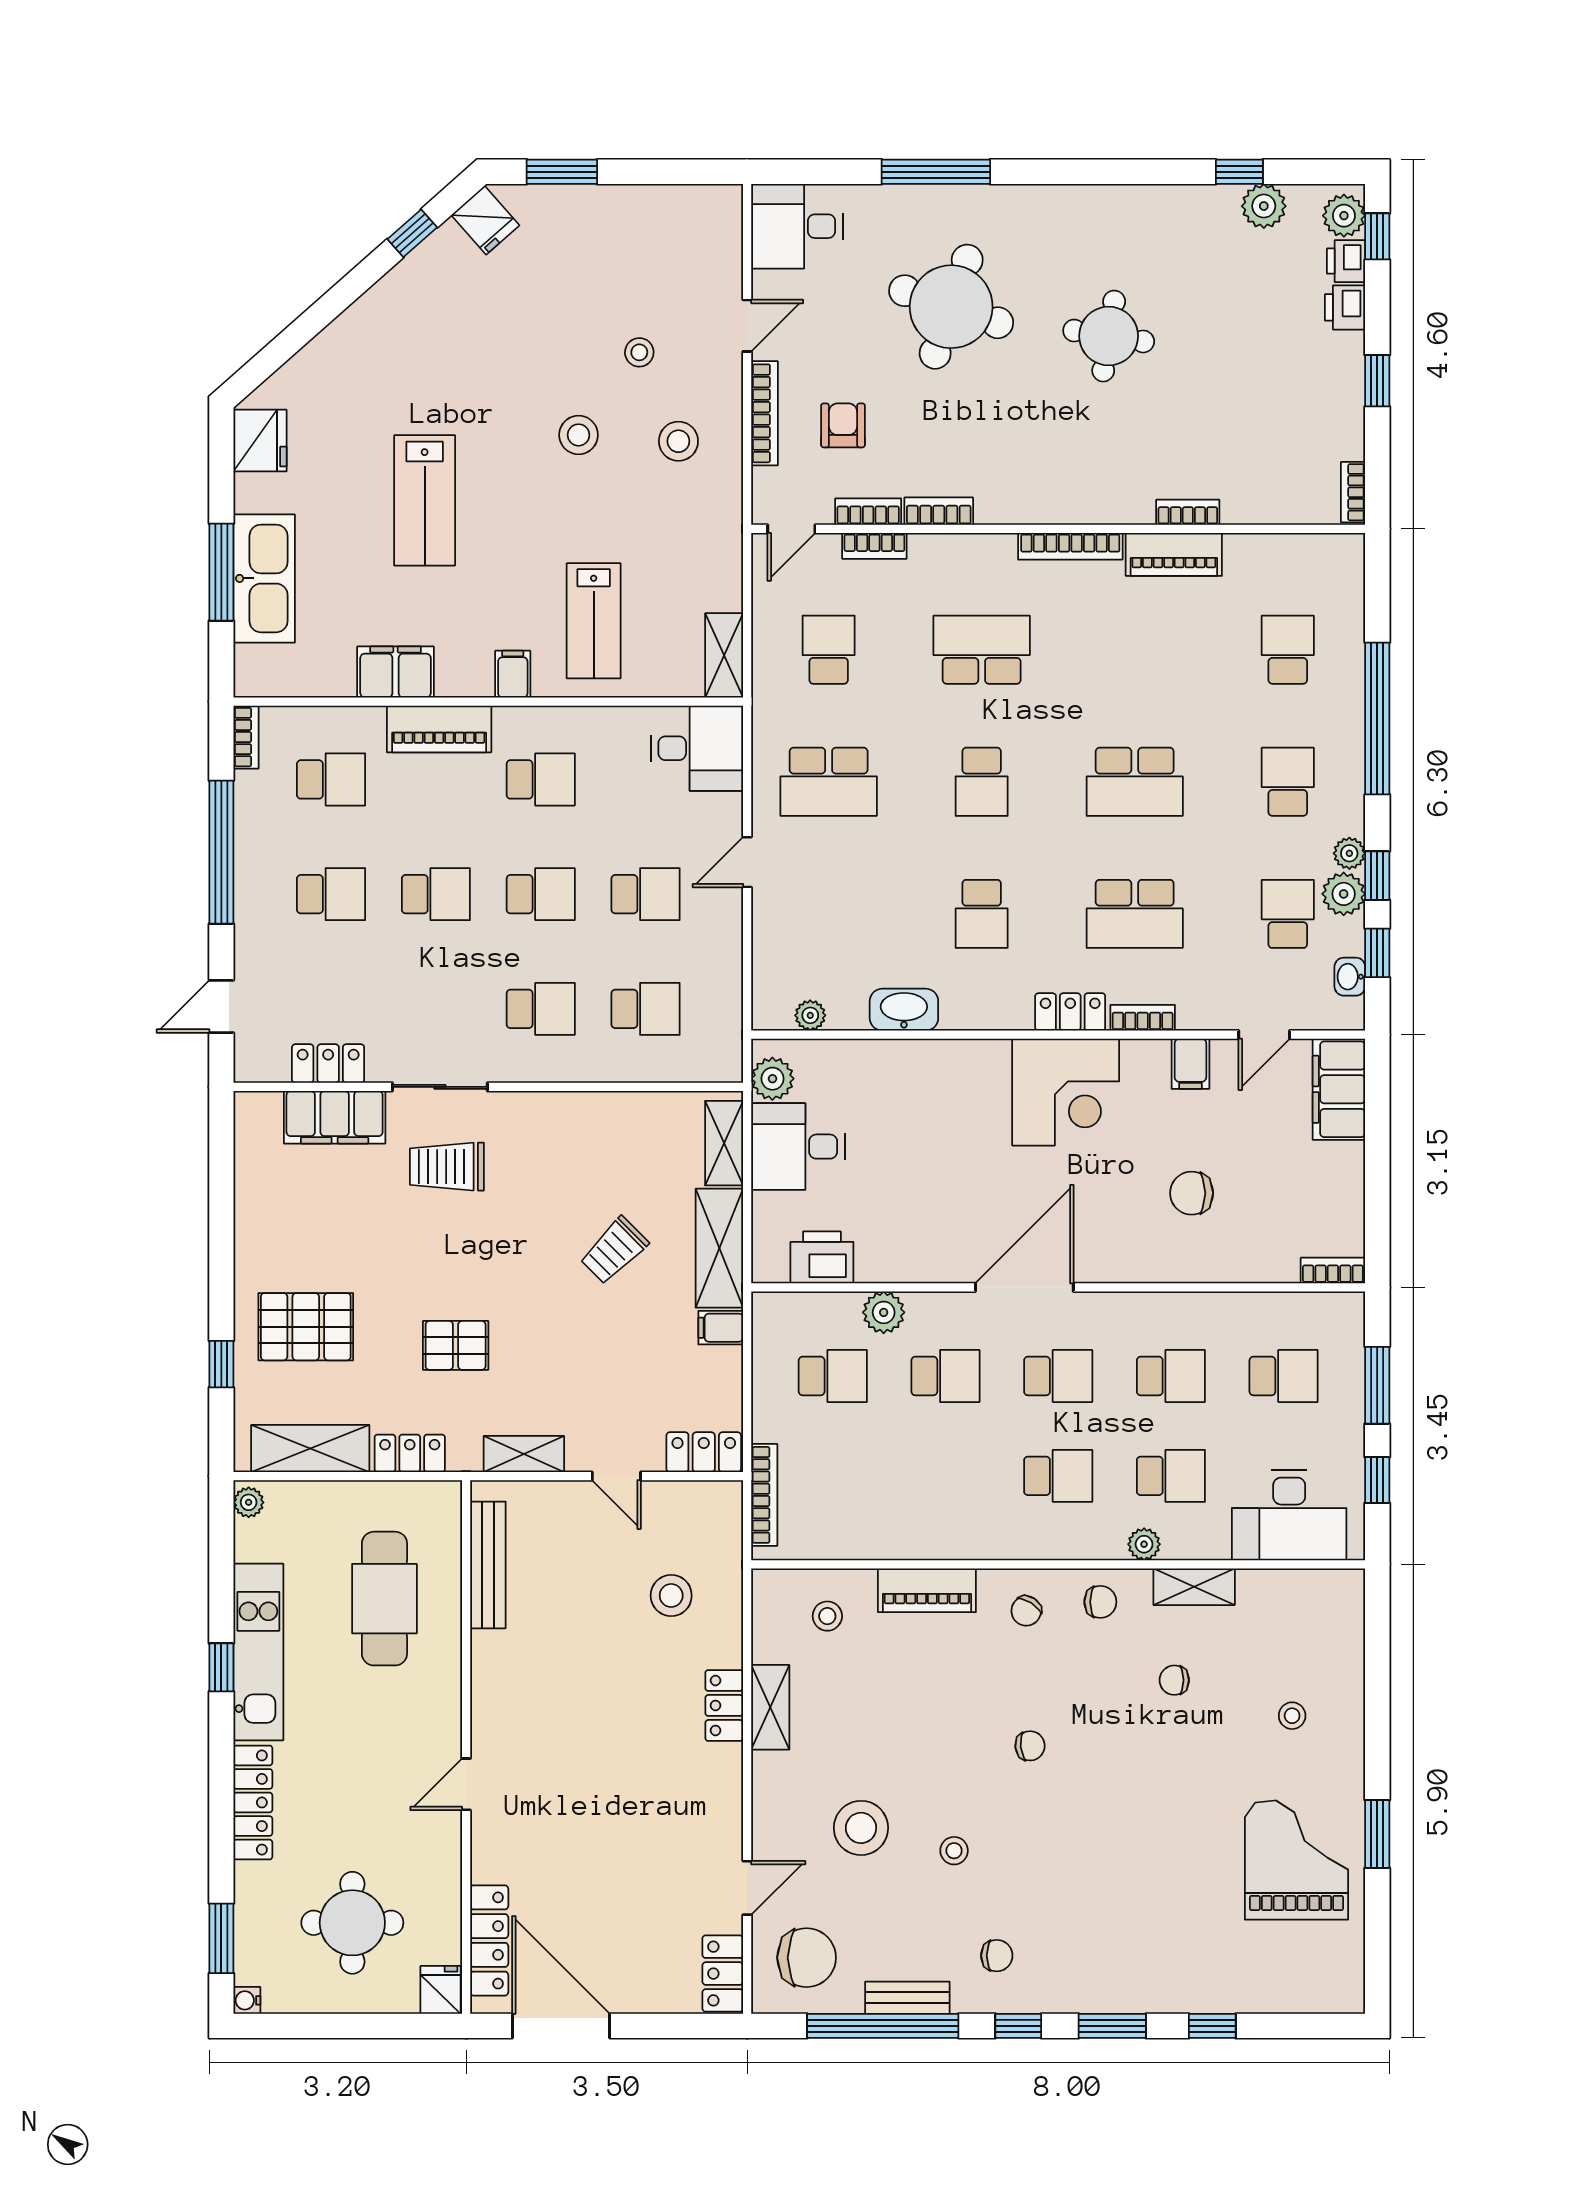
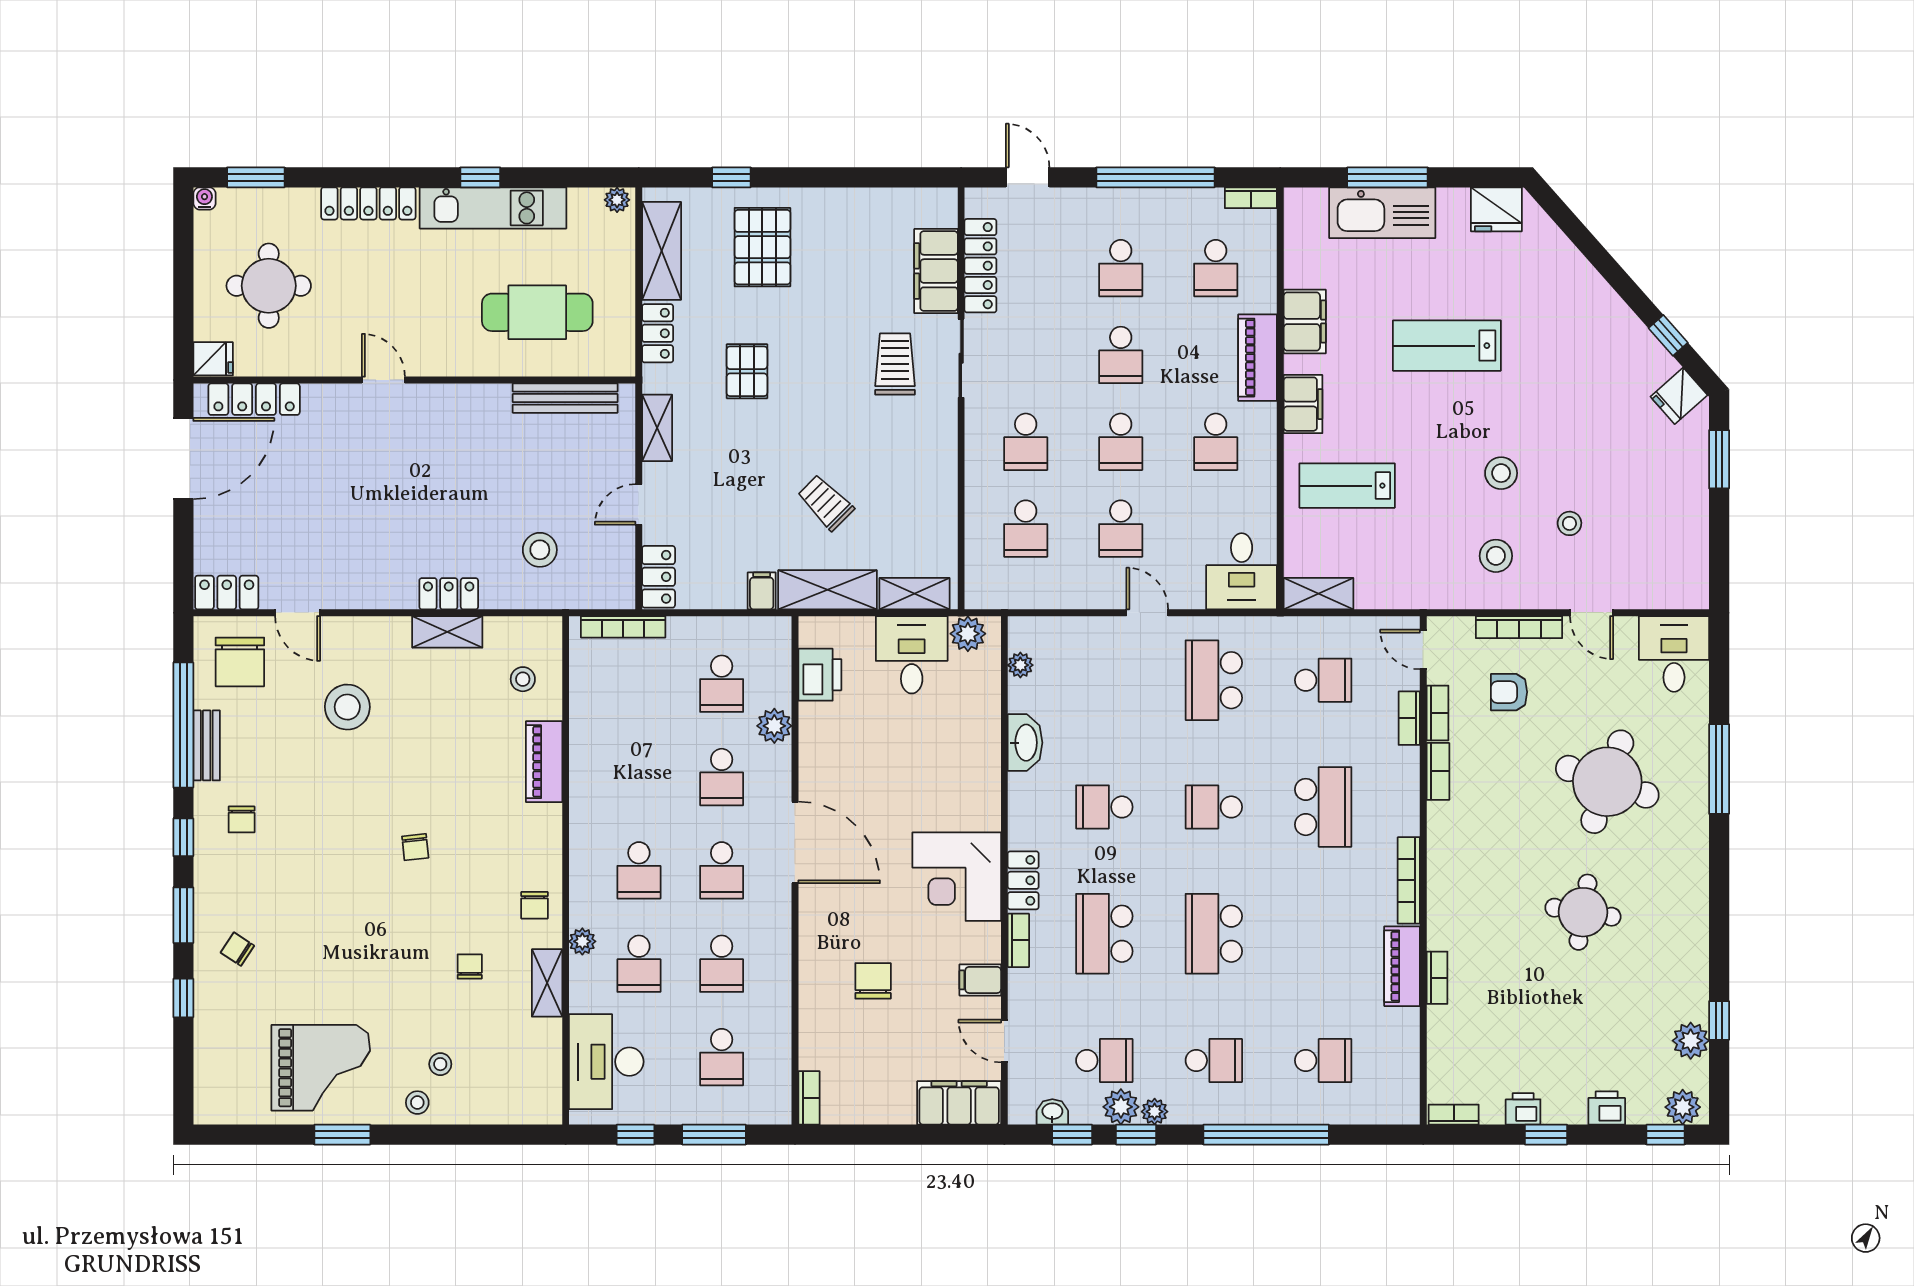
printer: (1346, 261) -> (1523, 1109), moved
armchair: (843, 425) -> (1509, 692), turned 180
filing cabinet: (513, 674) -> (1303, 404), width x2.00
locker: (328, 1063) -> (980, 266), width x1.53
chair: (1026, 1611) -> (237, 949), moved
stool: (954, 1851) -> (417, 1103), moved

